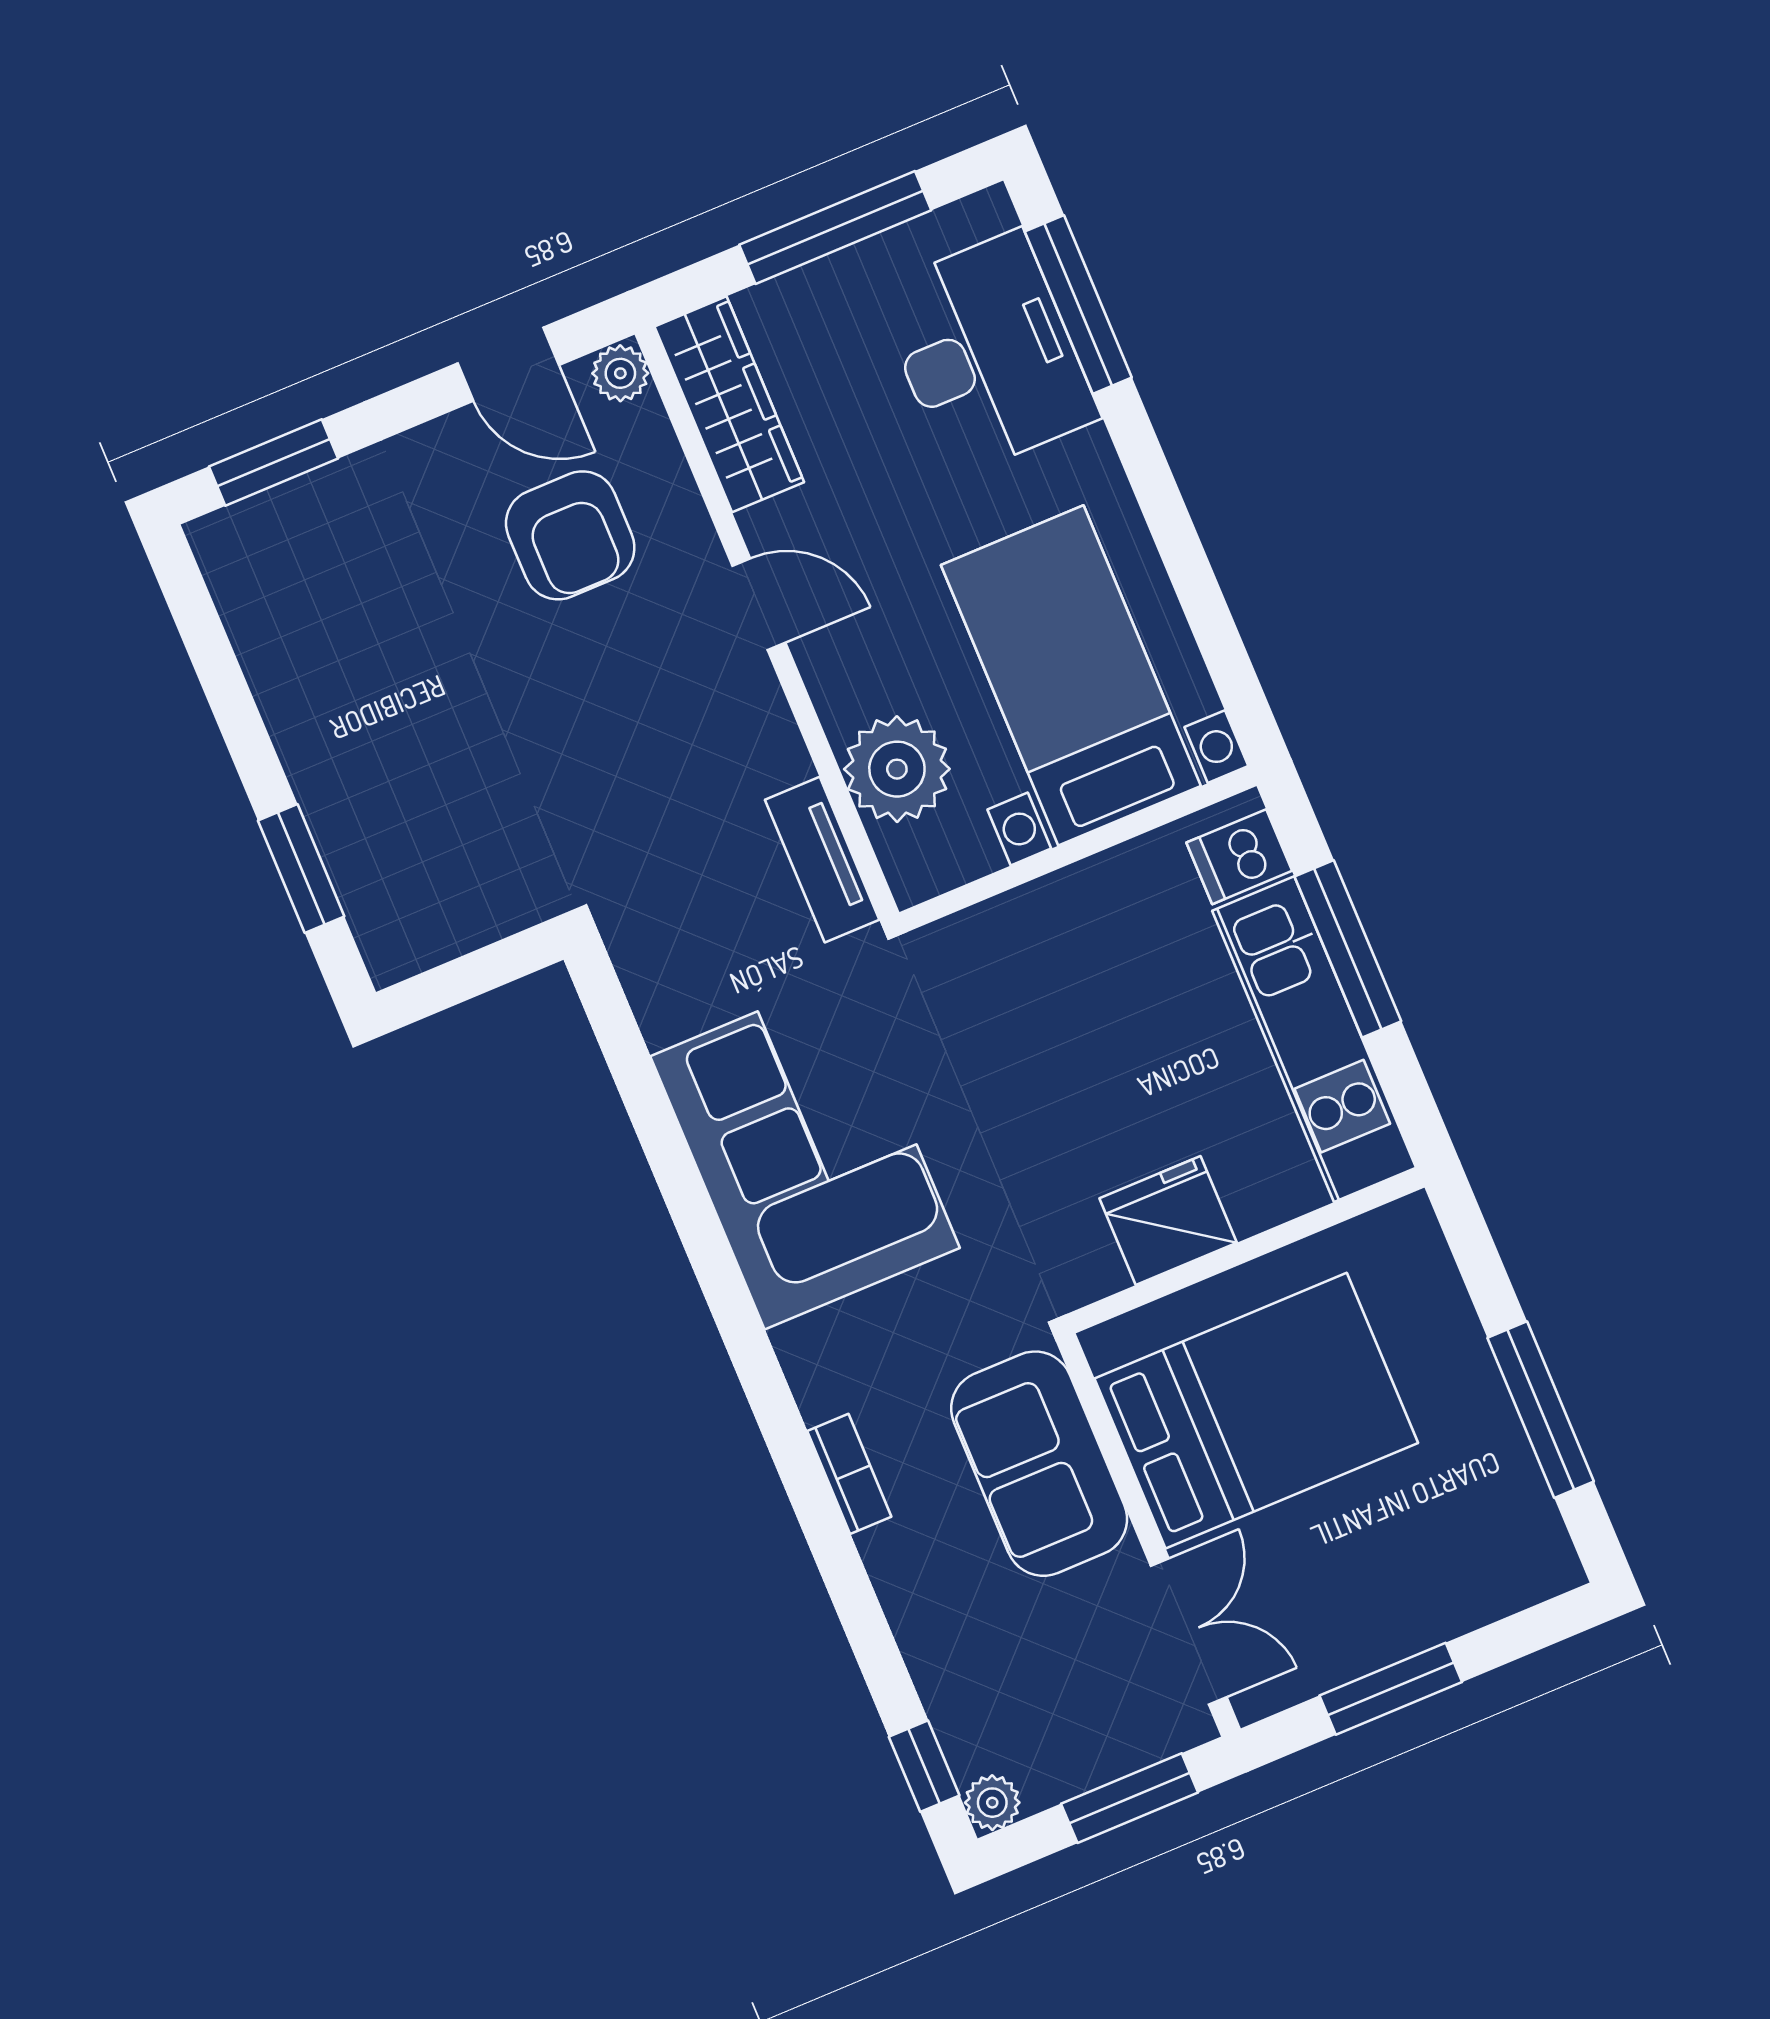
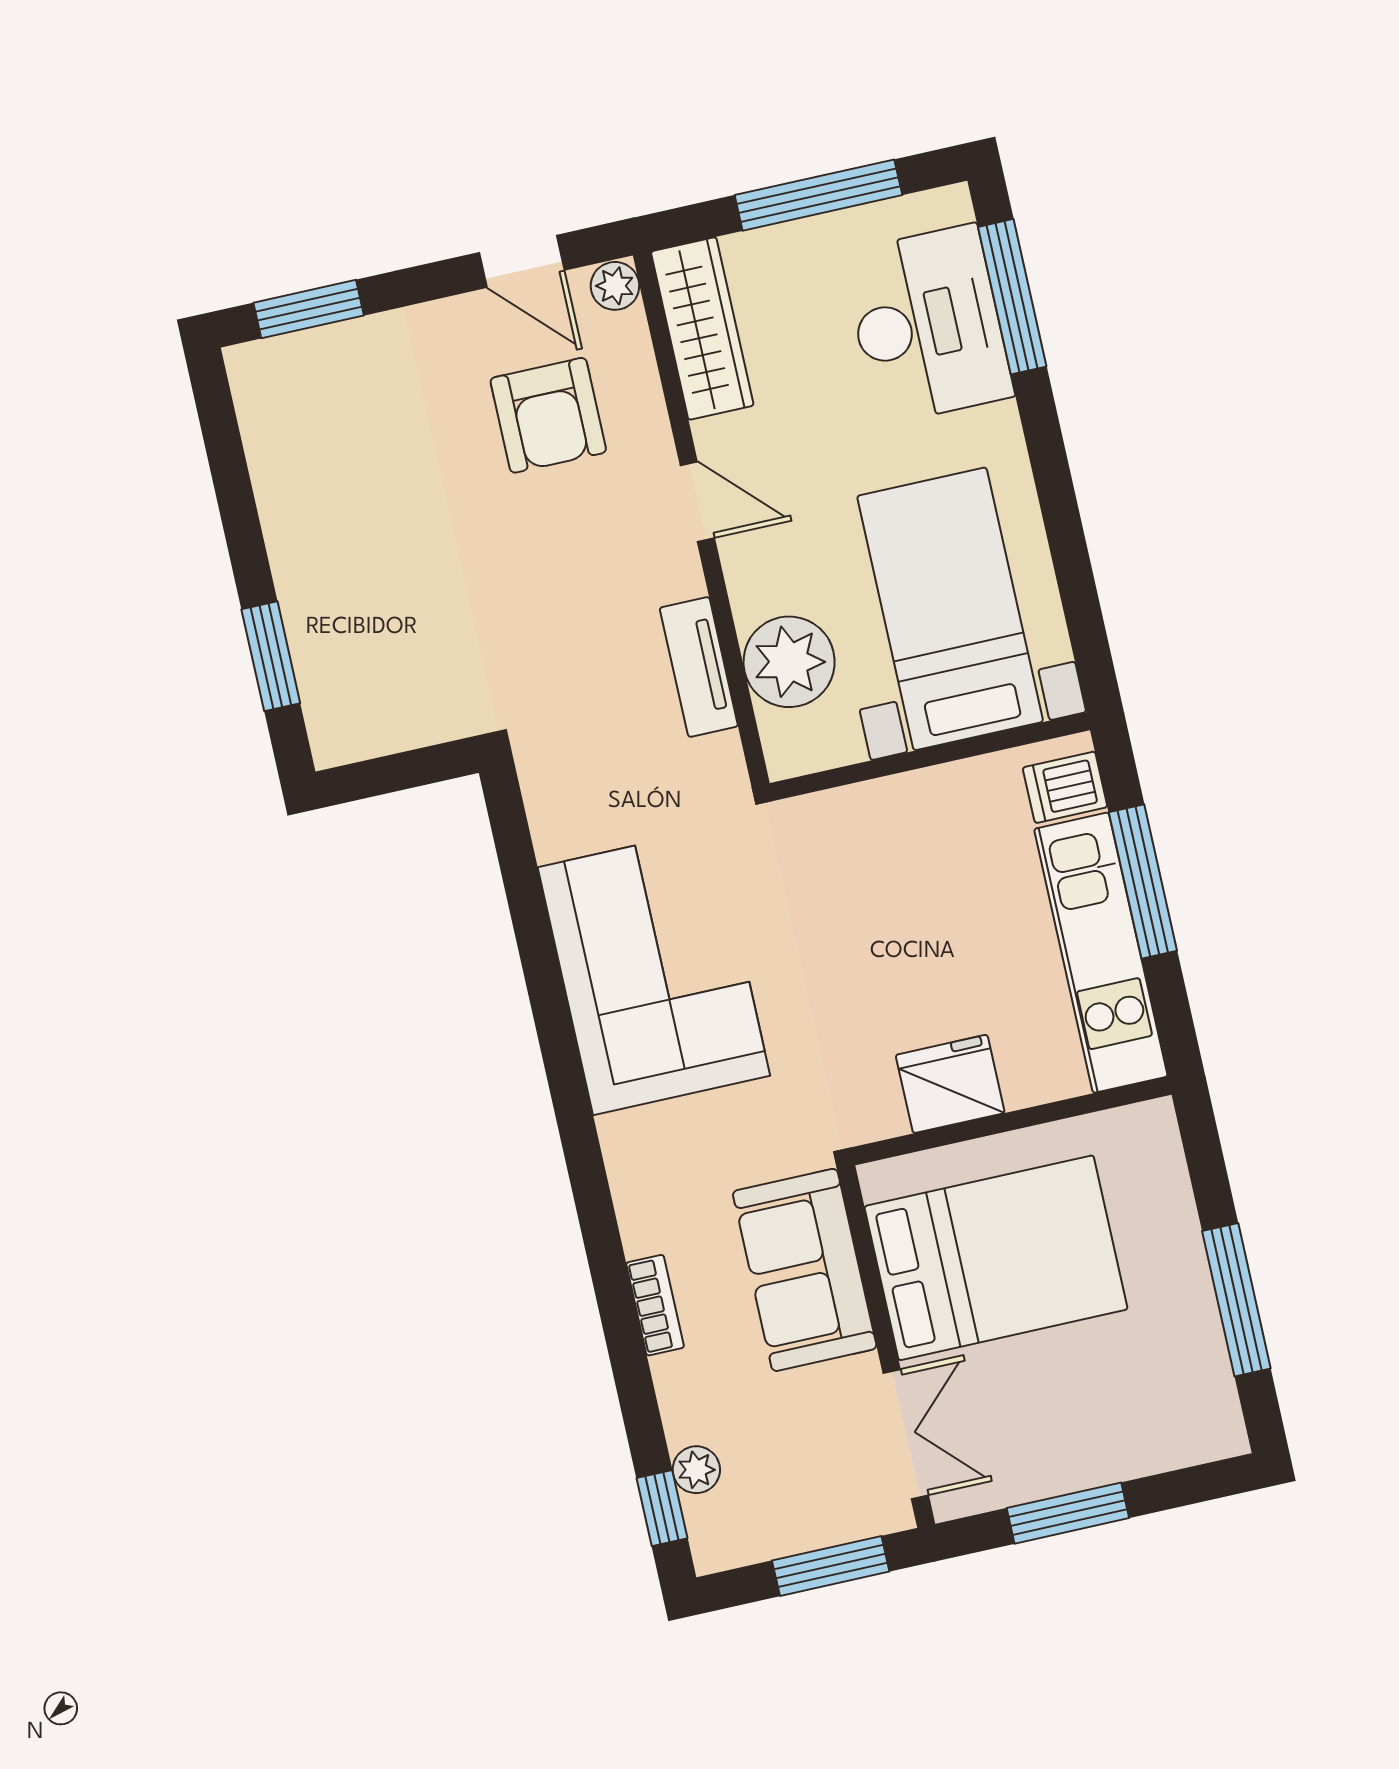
tv unit: (822, 860) -> (699, 667), moved
bookcase: (849, 1474) -> (655, 1305), moved
plant: (992, 1803) -> (696, 1470), moved

